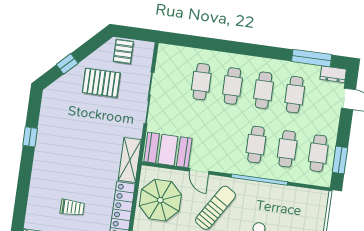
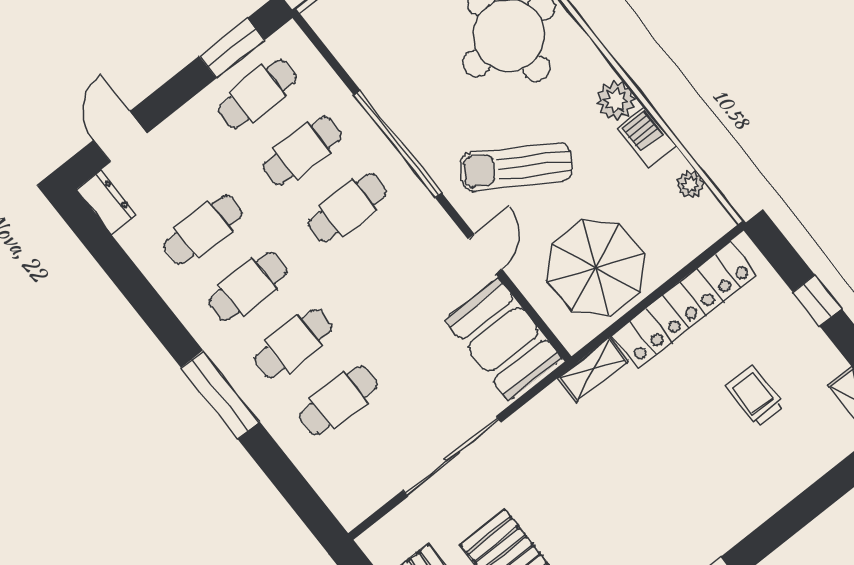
window: (312, 58) -> (220, 395), moved
shelving: (130, 160) -> (593, 369), width x0.67, depth x0.75

